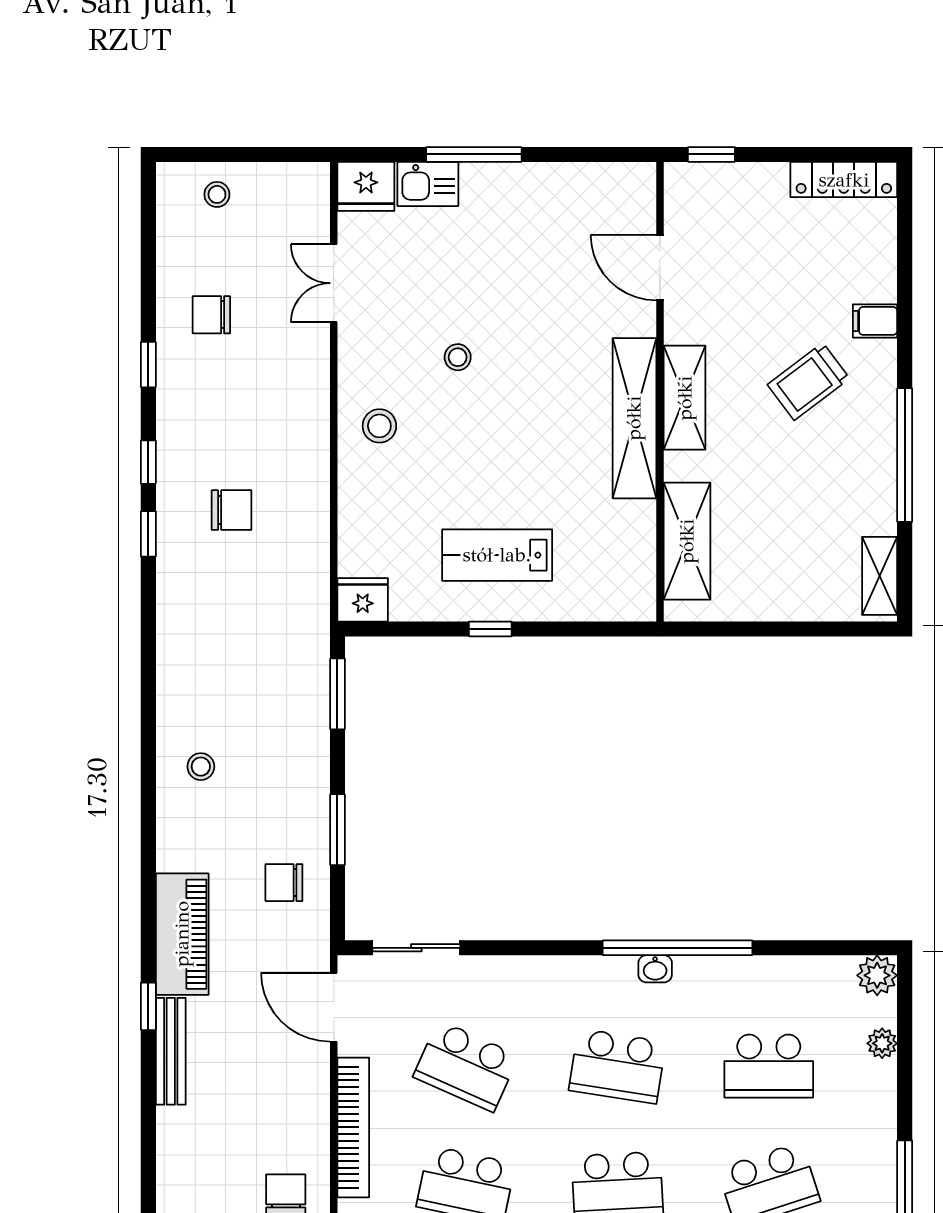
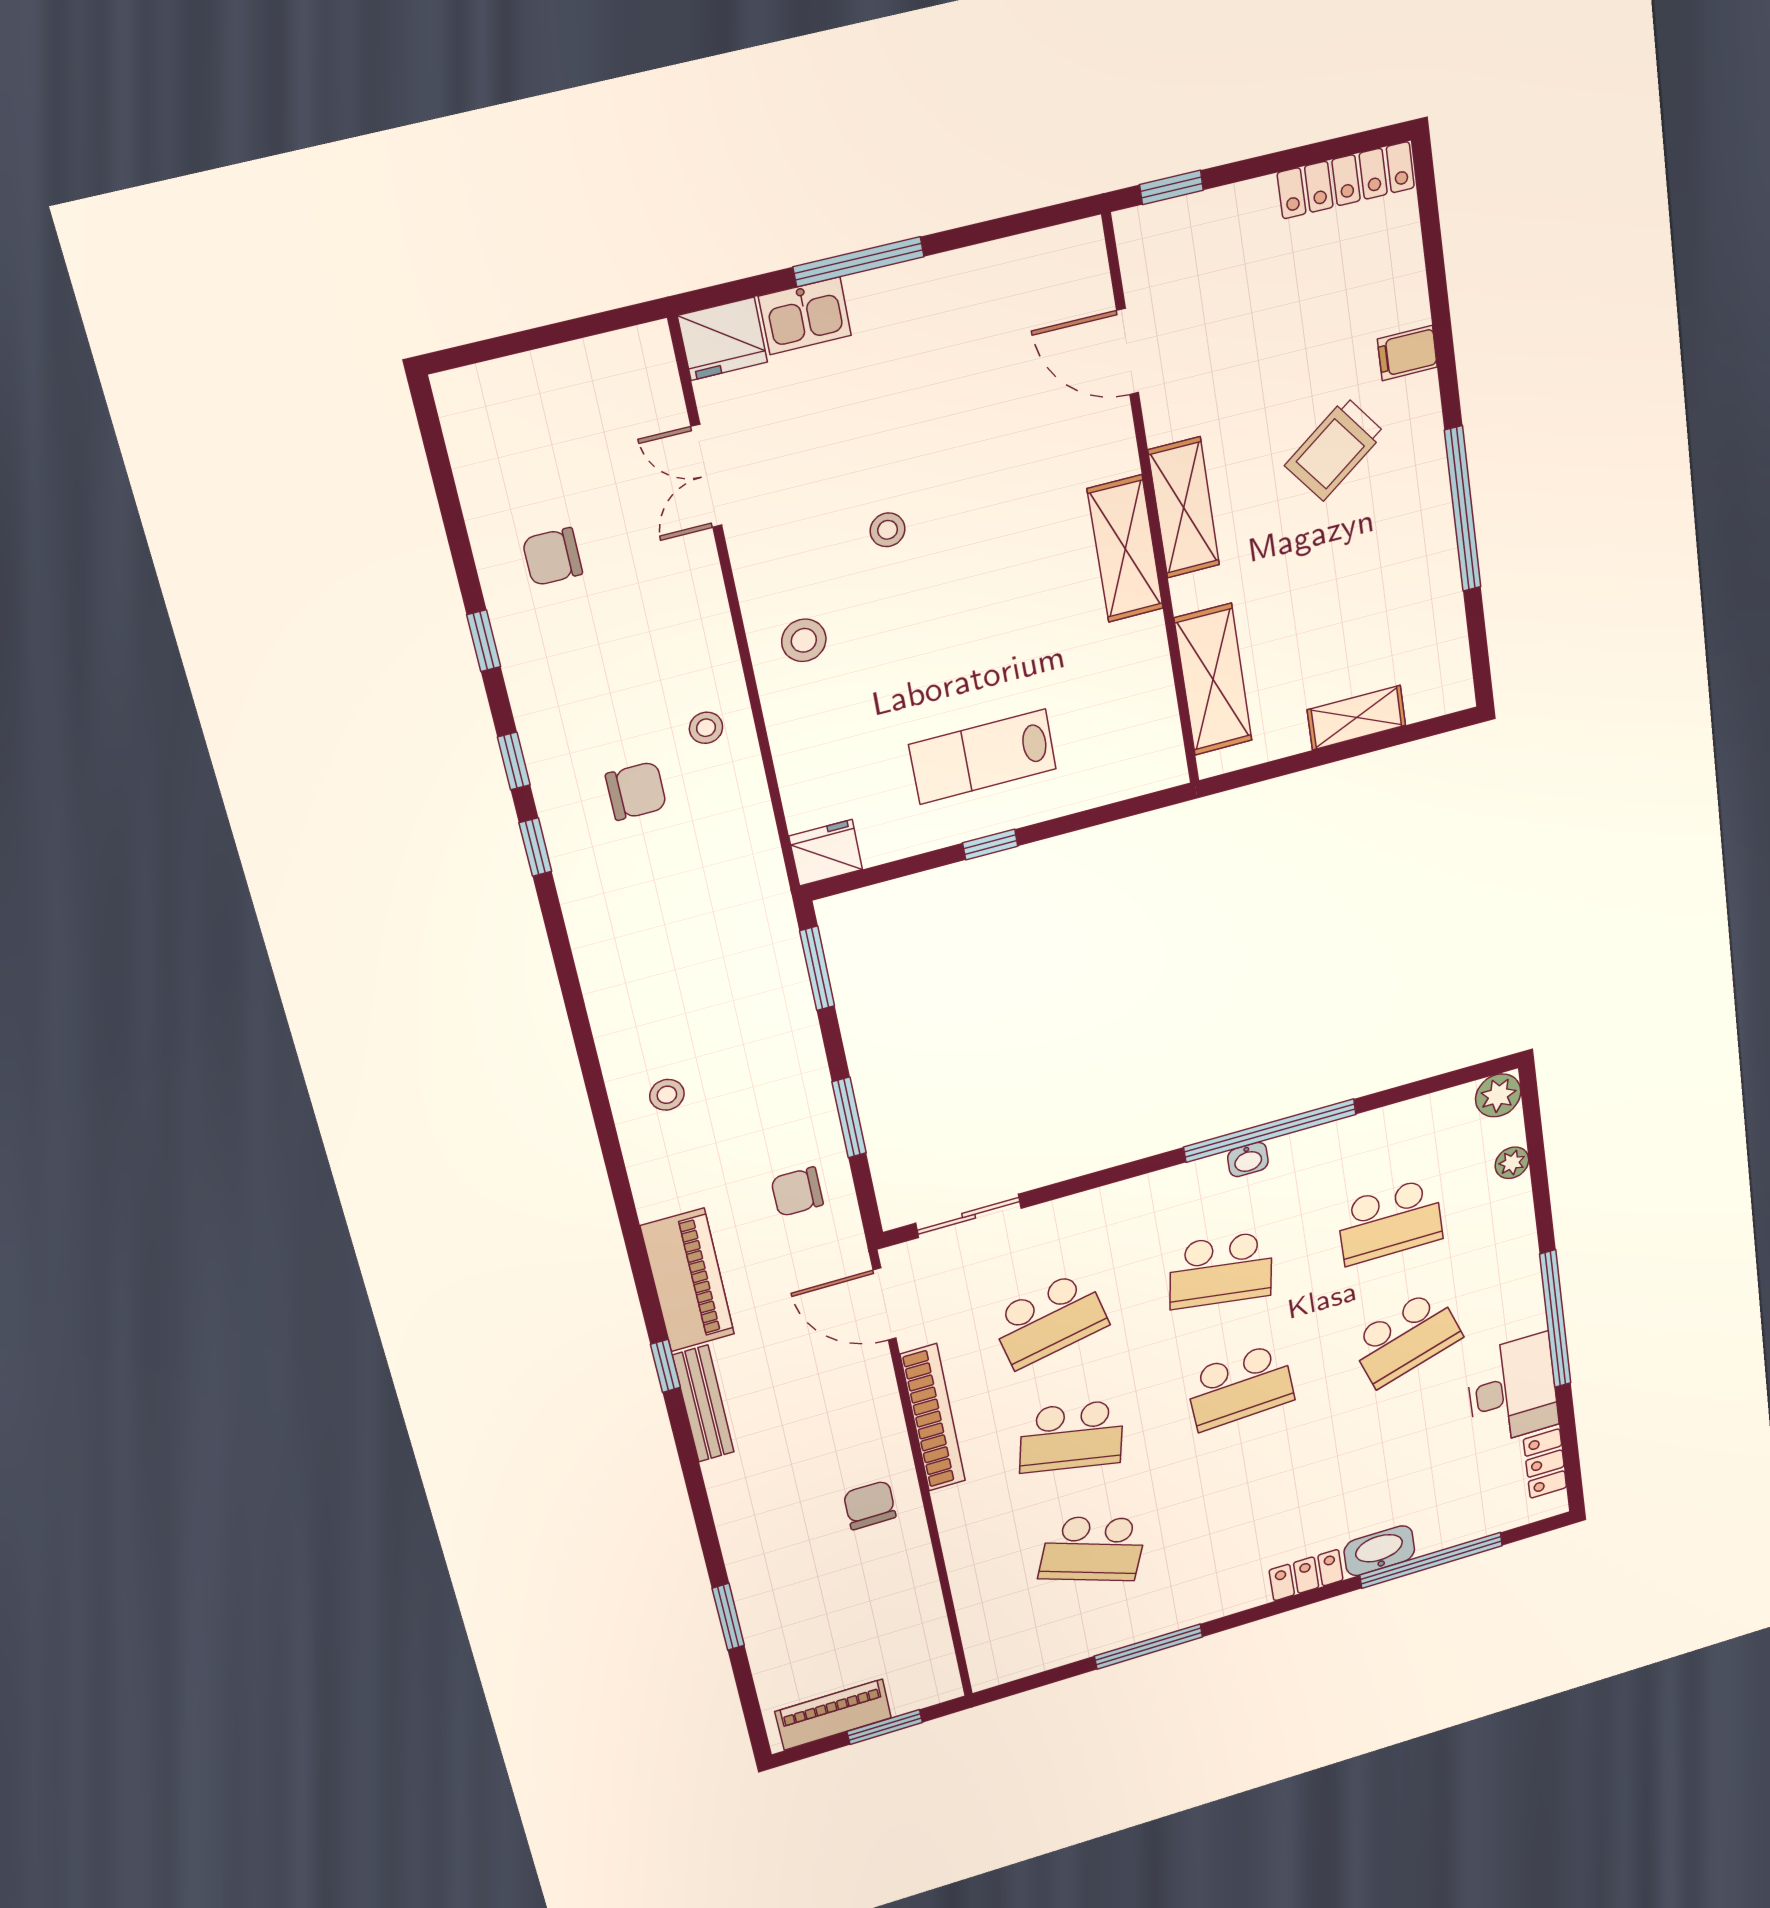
stool: (217, 194) -> (706, 728), moved
shelving: (634, 418) -> (1125, 549), width x0.68
shelving: (880, 576) -> (1356, 718), moved, turned 90
school desk: (466, 1066) -> (1049, 1320), turned -36

